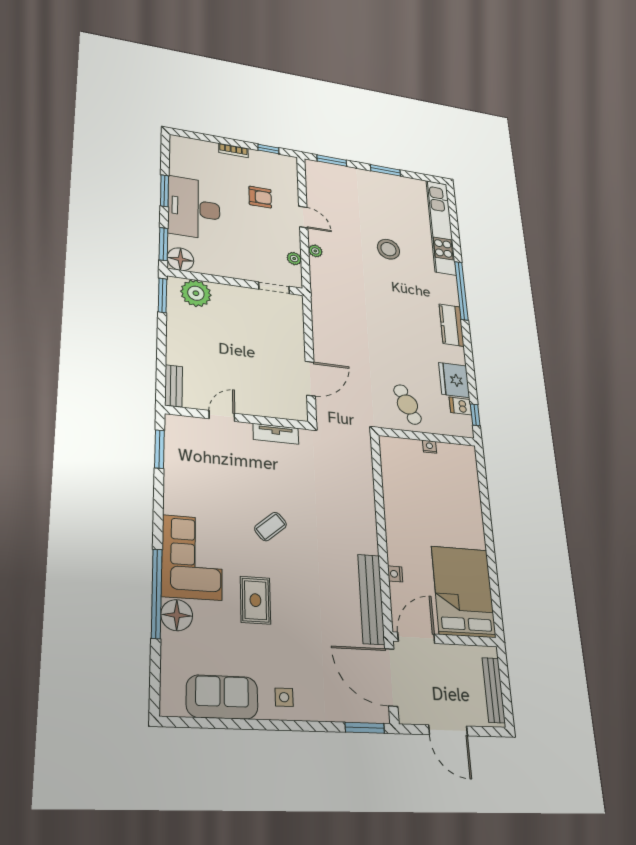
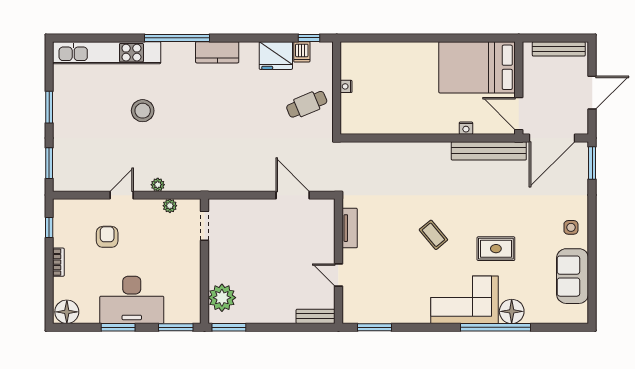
floor lamp: (180, 259) -> (67, 312), moved

